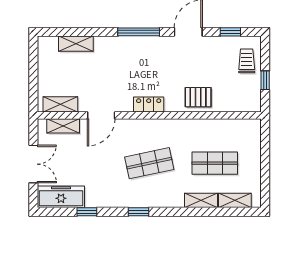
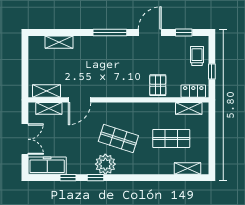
pallet: (198, 97) -> (158, 85), turned 90
locker: (149, 104) -> (193, 91), moved
shop shelf: (149, 163) -> (118, 138), turned 30
plant: (133, 195) -> (105, 164), added
shelving: (201, 200) -> (189, 108), moved
window: (138, 212) -> (95, 178), moved

